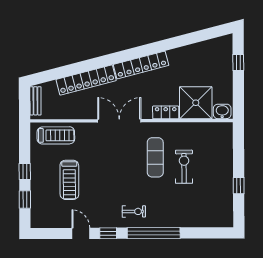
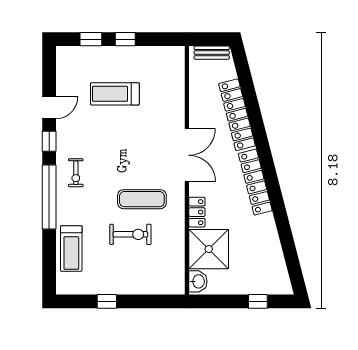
treadmill: (56, 135) -> (71, 248), moved

